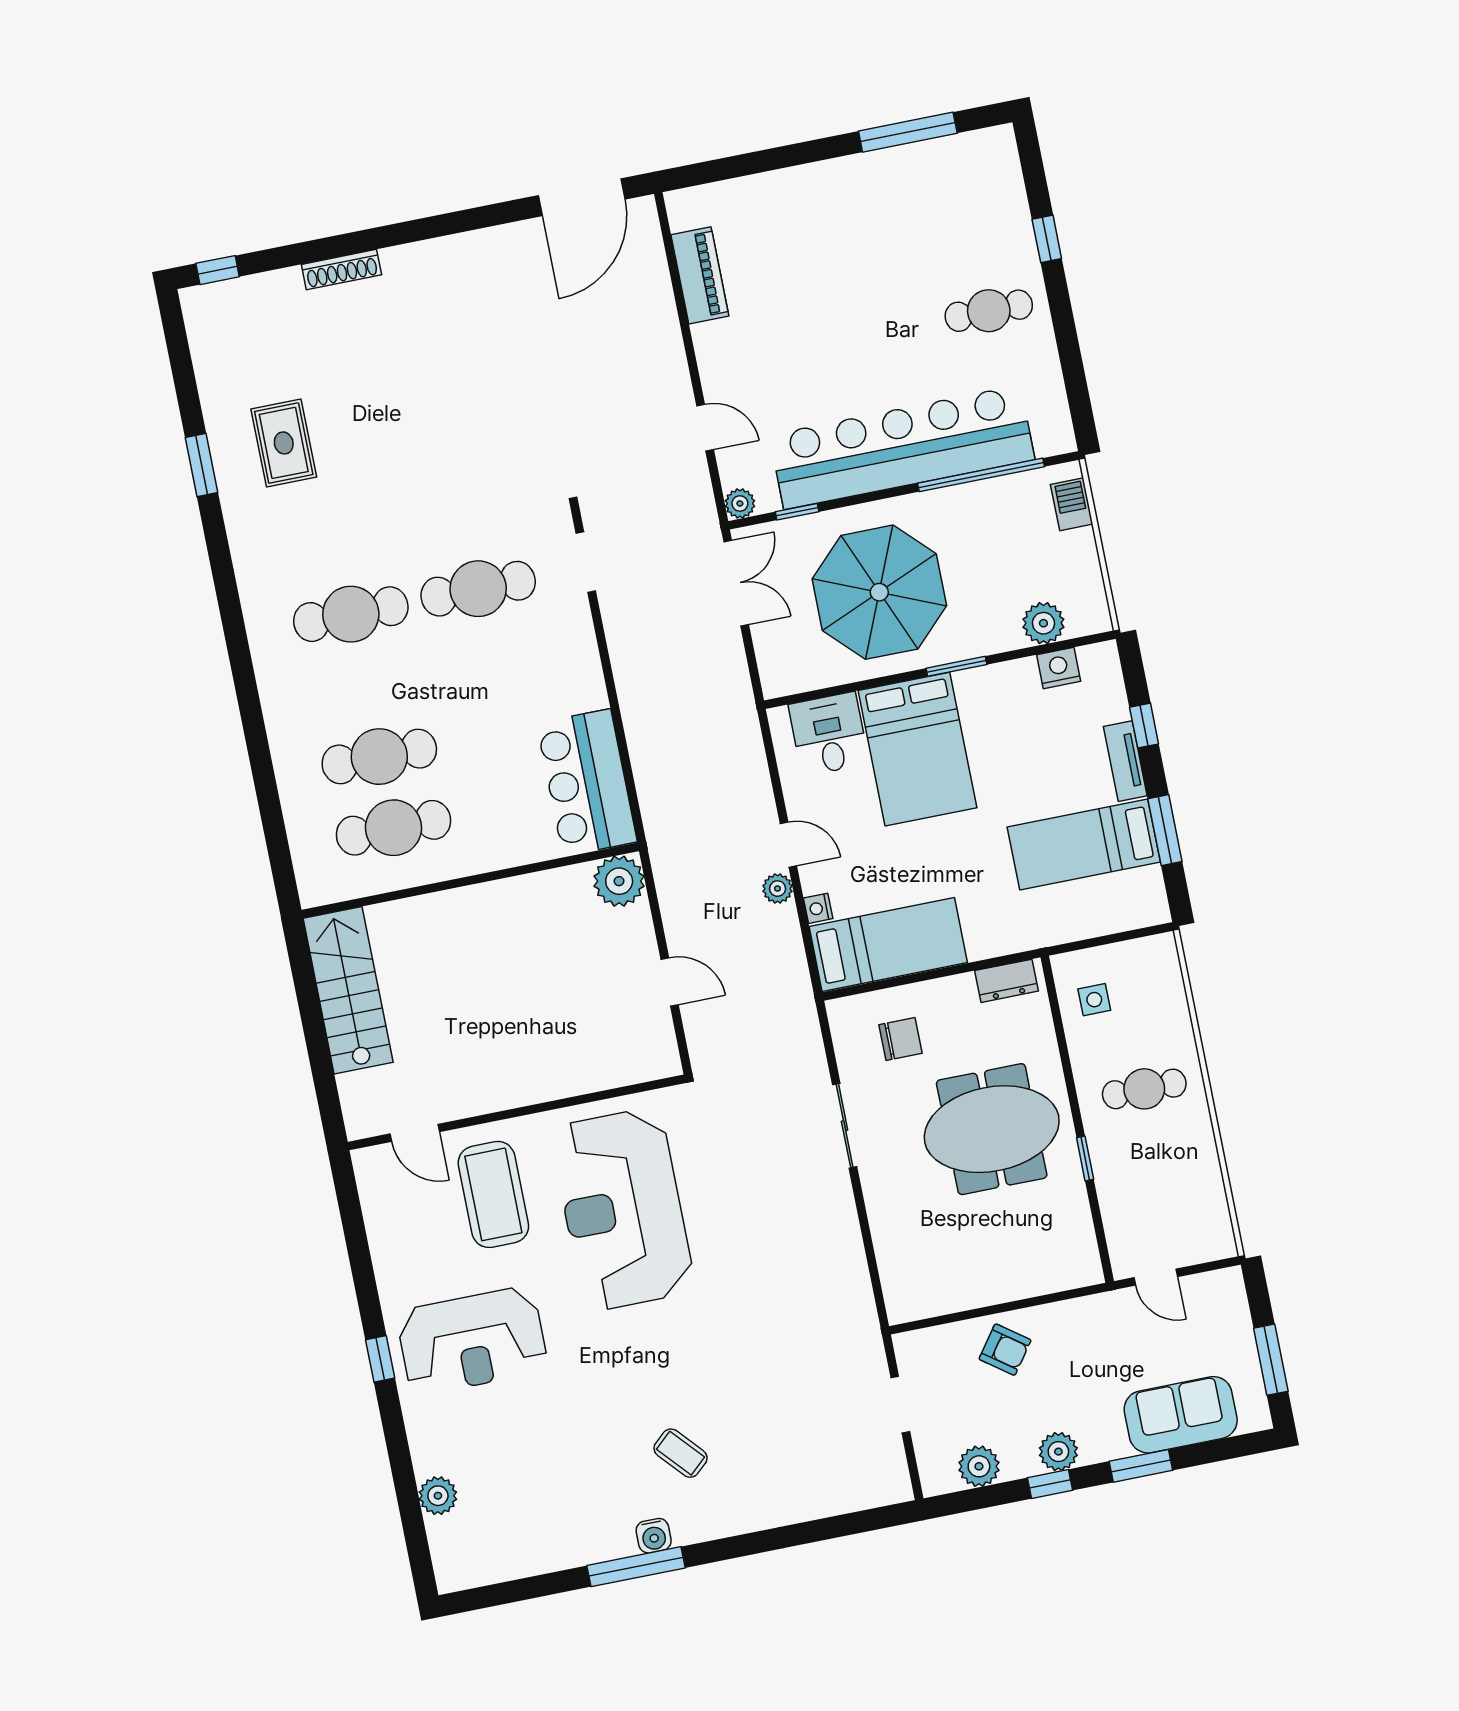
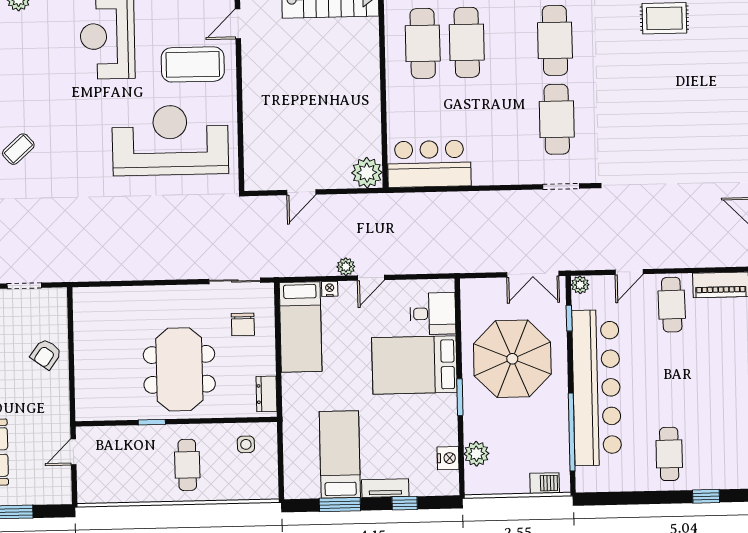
cafe table: (746, 349) -> (672, 305), added
sliding door: (845, 1126) -> (235, 281), moved

